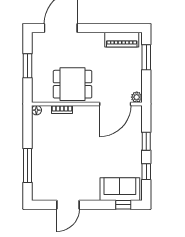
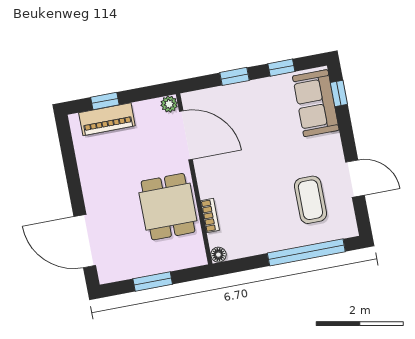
piano: (122, 40) -> (107, 119), moved, turned 90
window: (146, 57) -> (105, 101), width x0.67
window: (27, 165) -> (306, 252), width x1.46
coffee table: (60, 174) -> (310, 200), added

